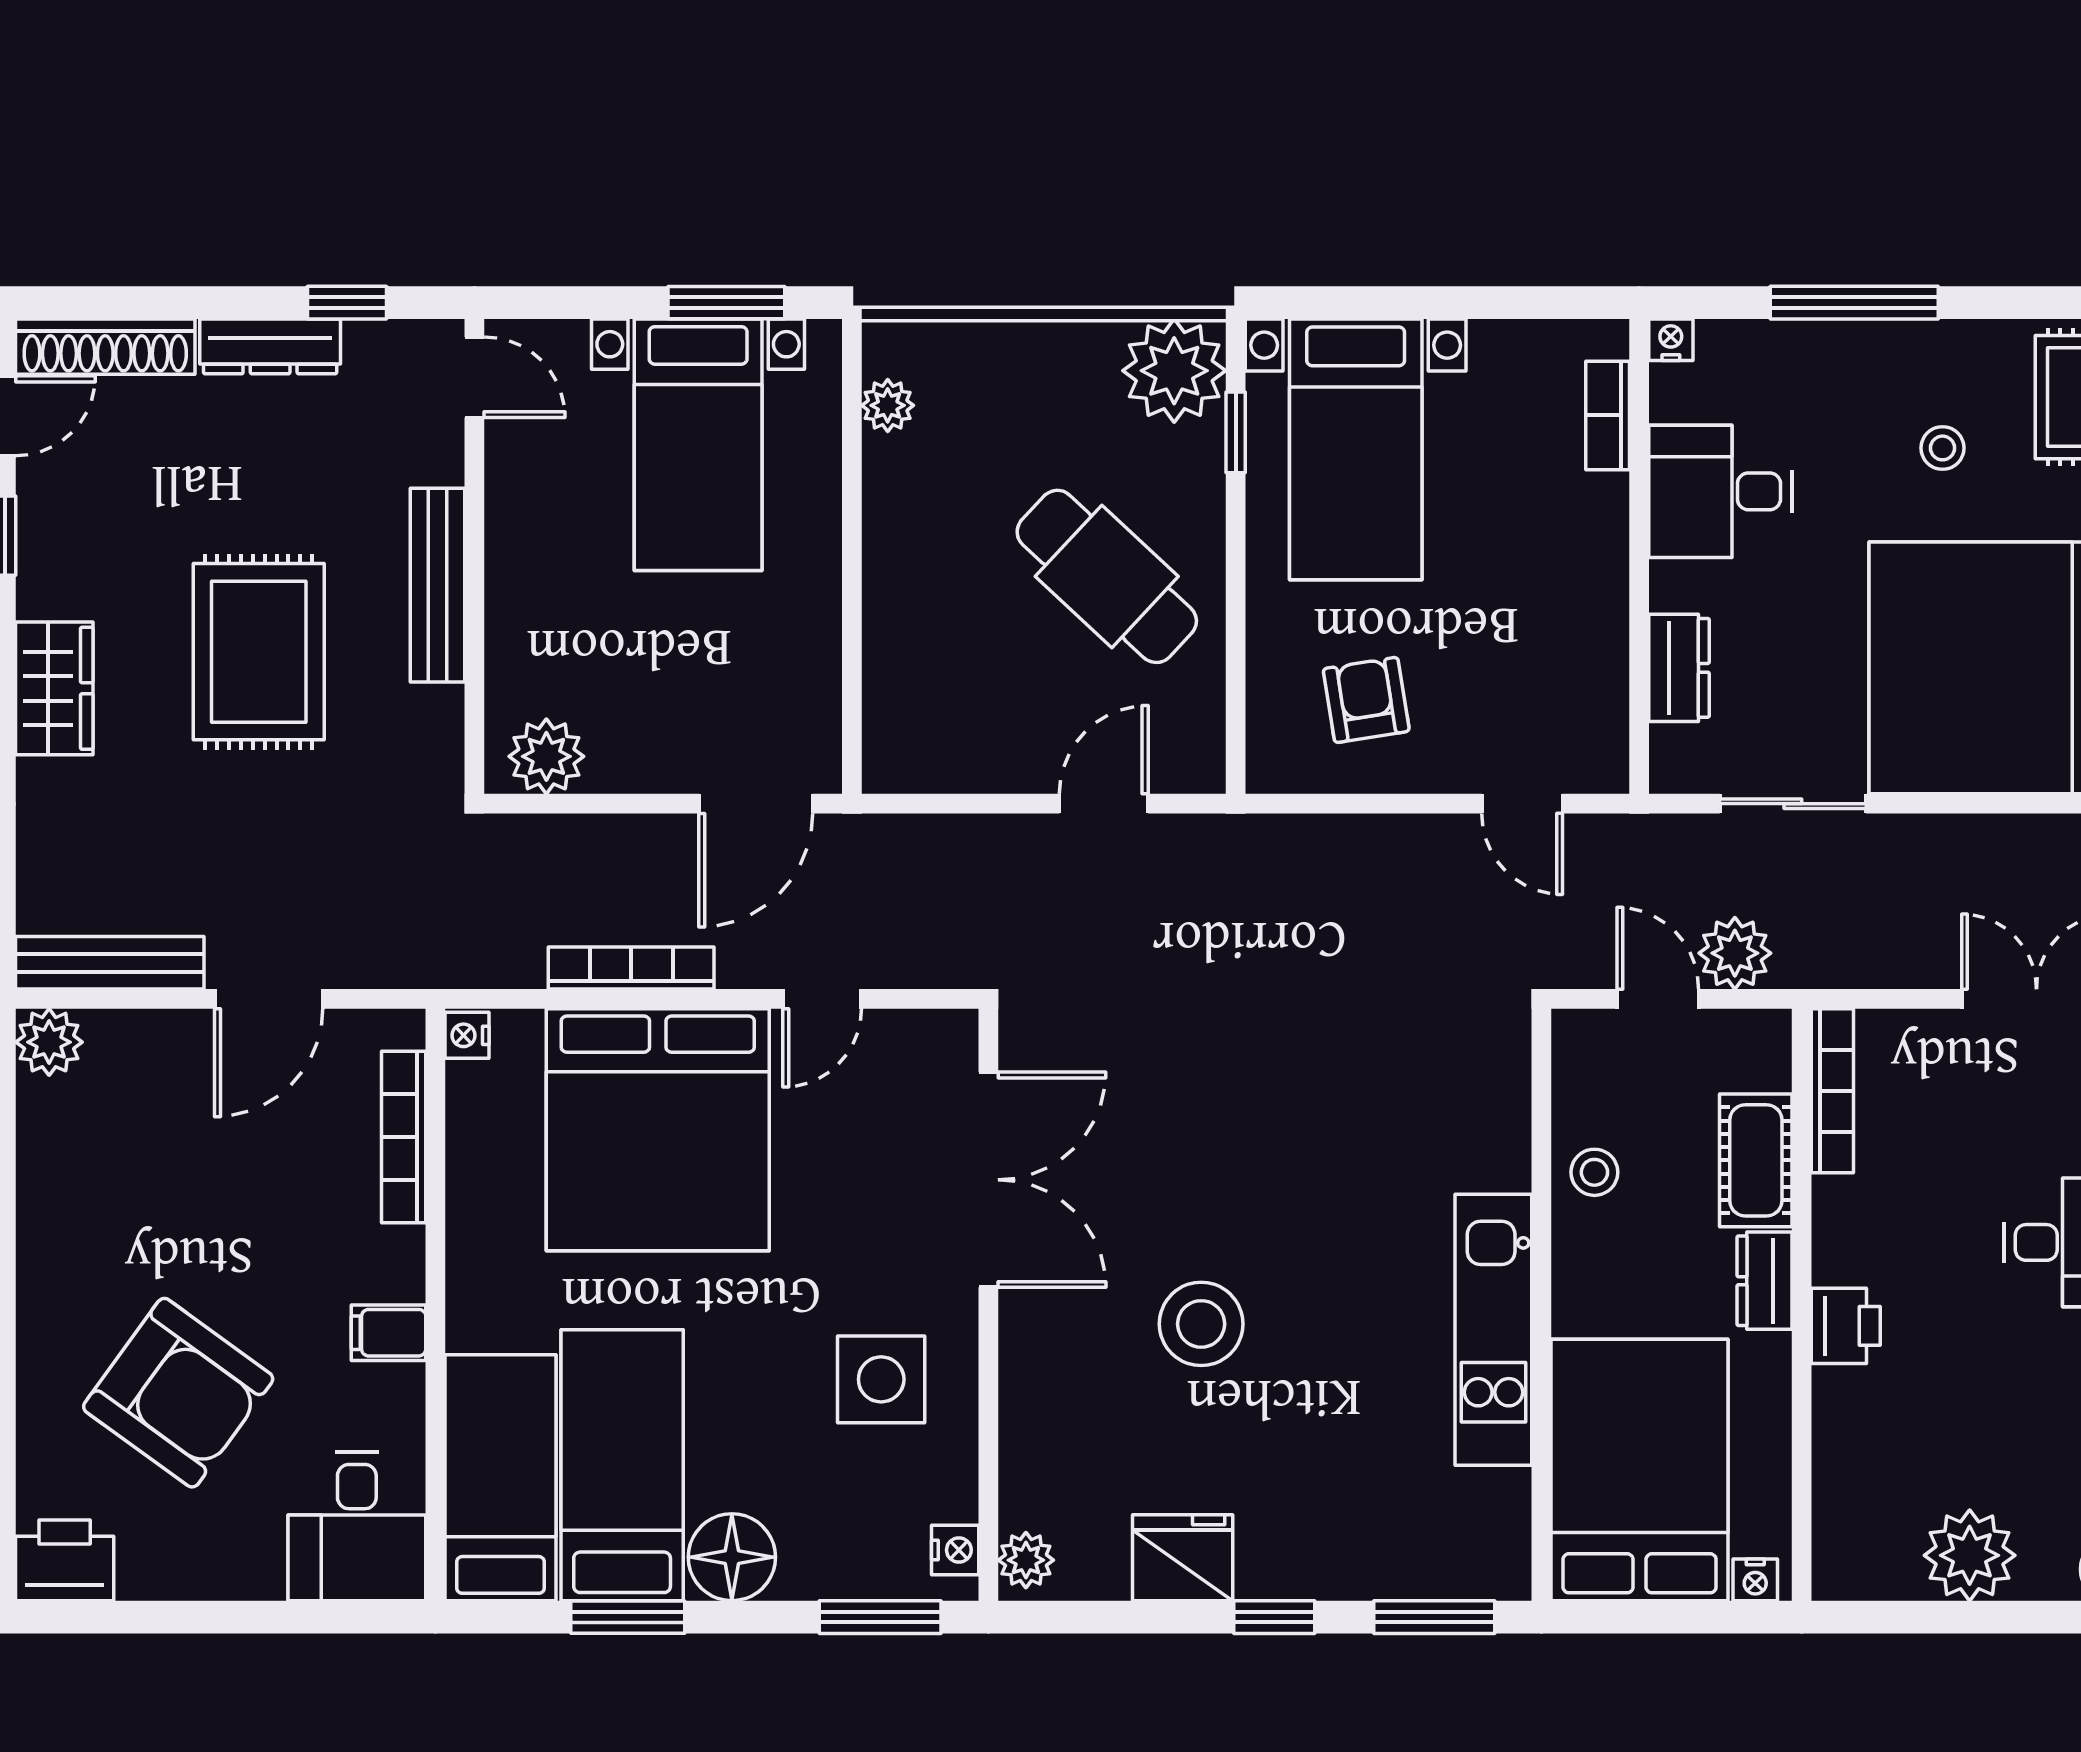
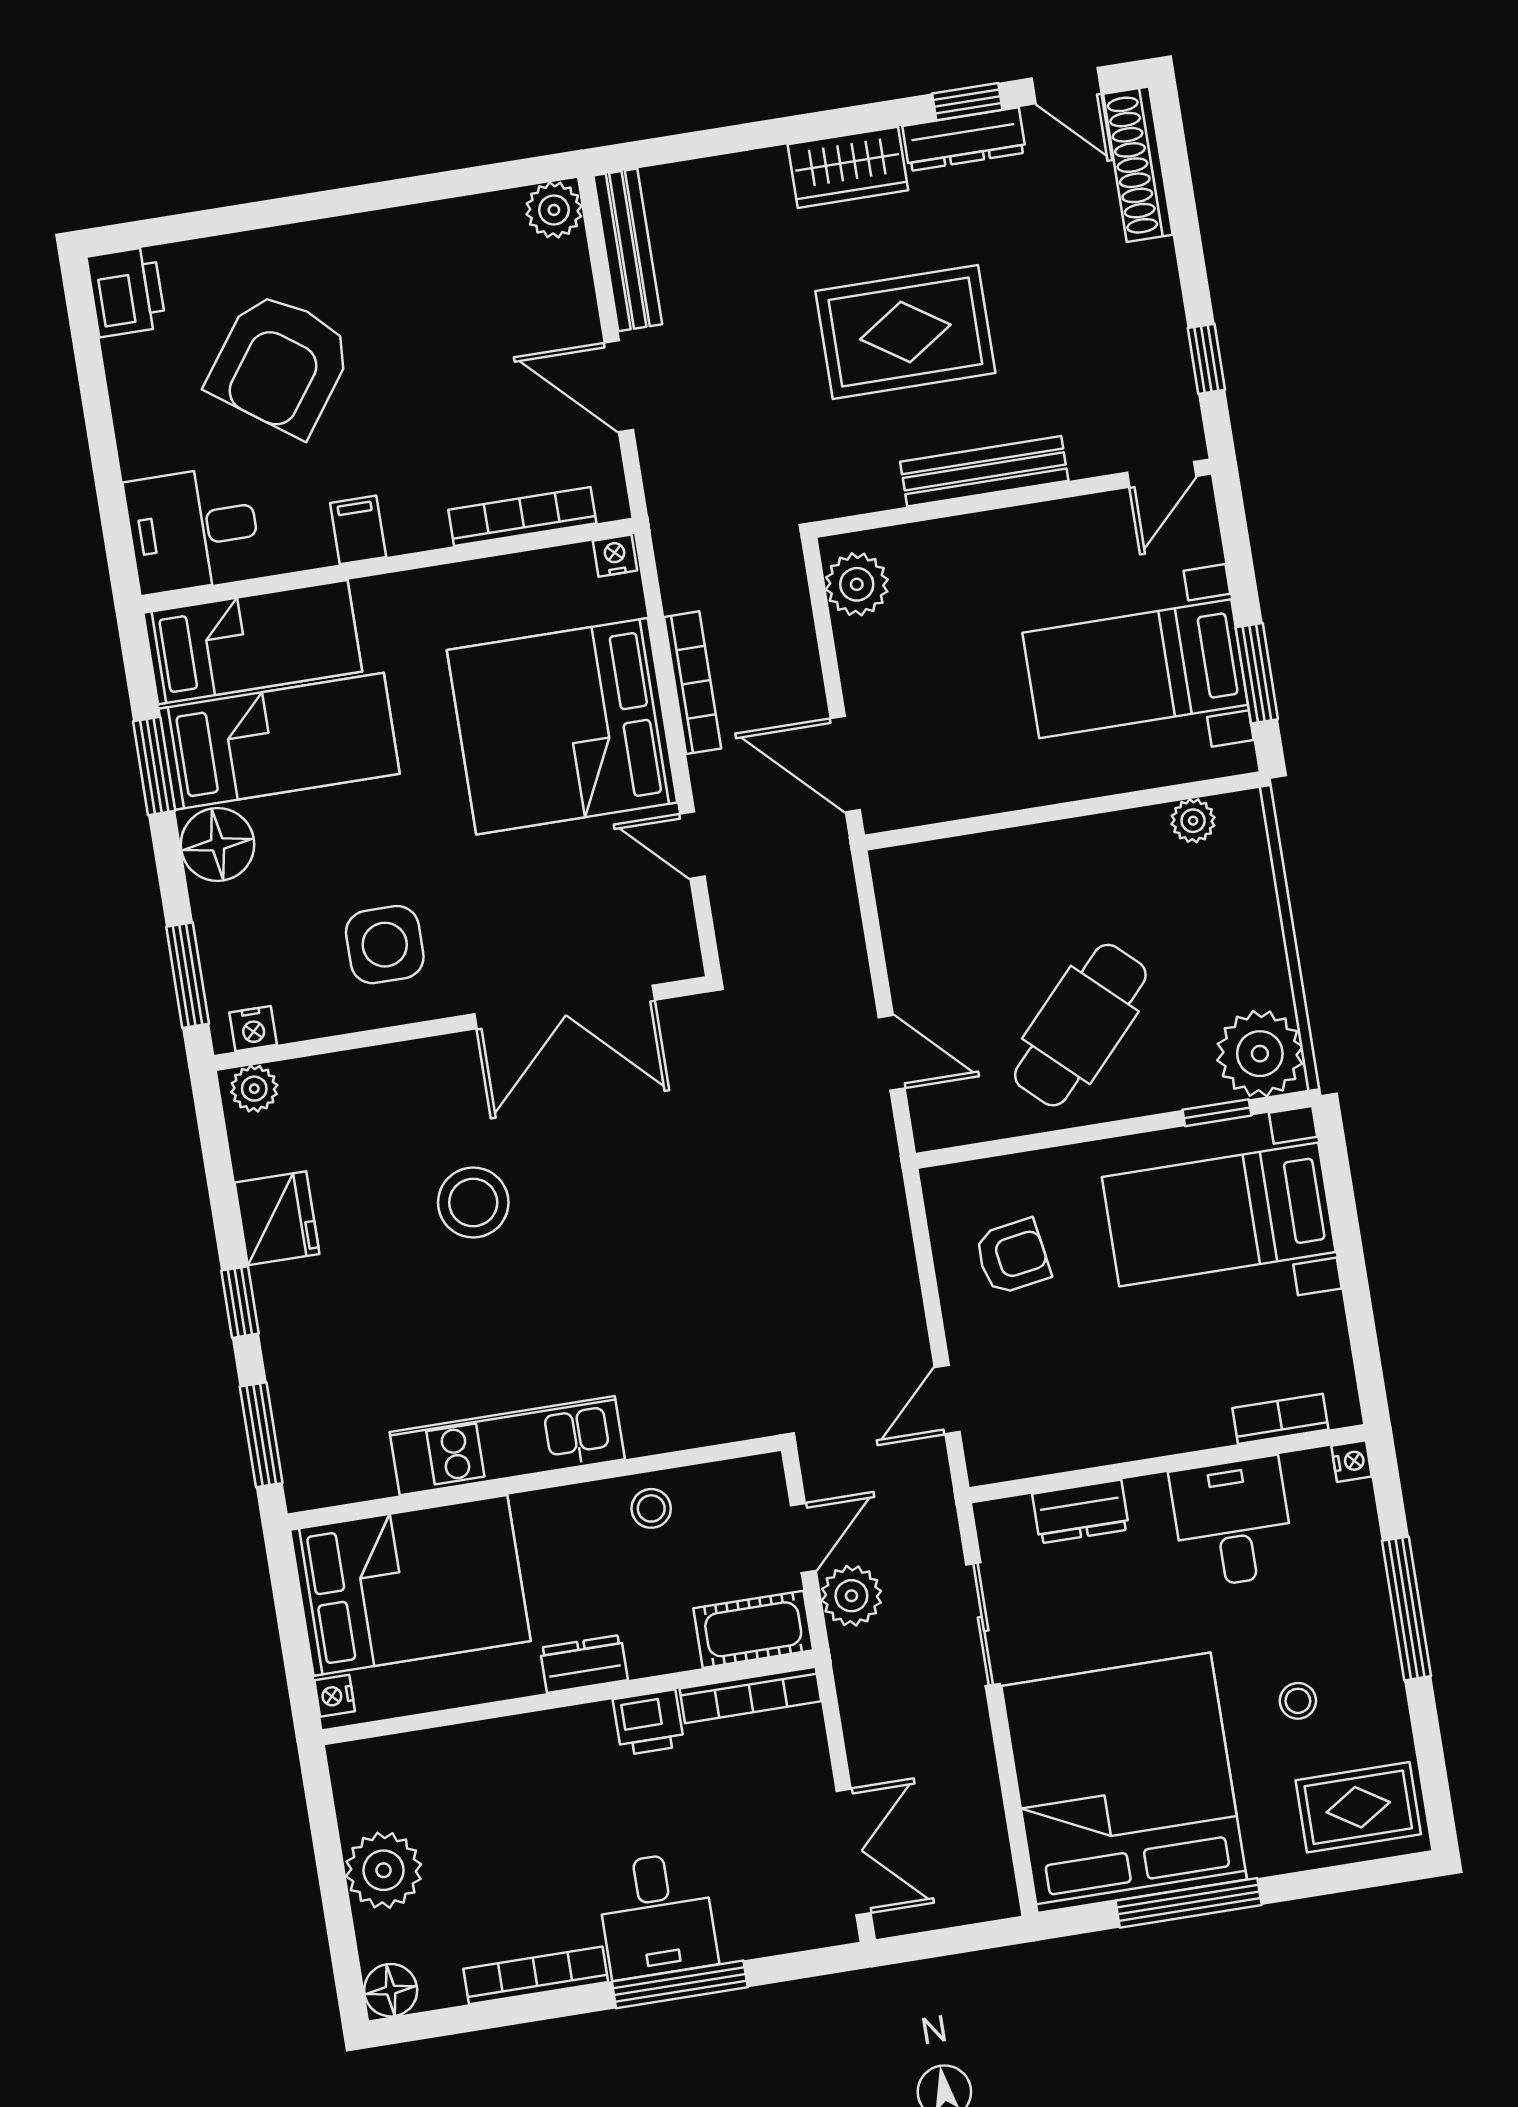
dresser: (270, 346) -> (964, 139), moved, turned -90
cot: (1756, 1160) -> (753, 1629), moved
printer: (1846, 1326) -> (649, 1723), moved

